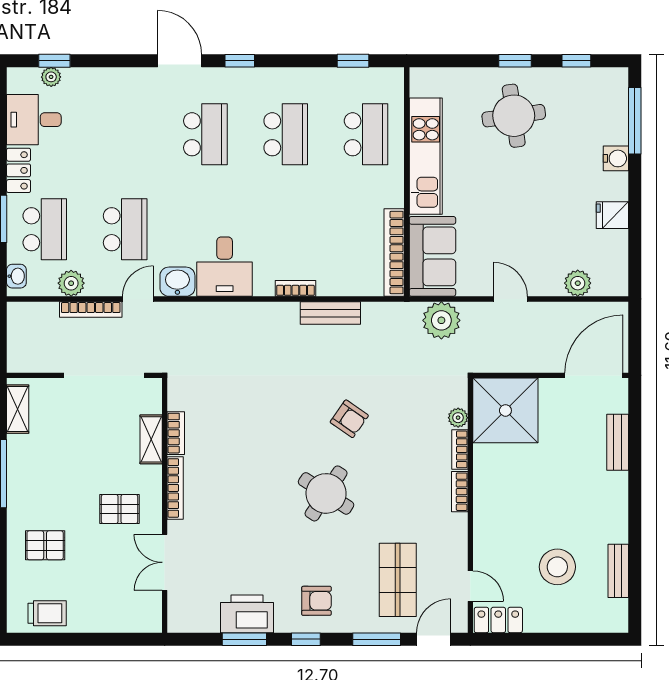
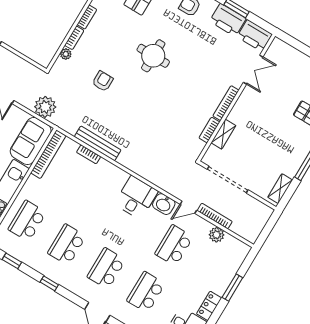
window: (240, 61) -> (49, 283), moved
school desk: (45, 229) -> (146, 292), moved
washbasin: (16, 276) -> (241, 254), removed
bookcase: (295, 288) -> (89, 154), moved
bench: (330, 313) -> (98, 143), width x1.36
shower: (505, 410) -> (40, 44), removed
armchair: (349, 419) -> (103, 81), moved, turned 55
round table: (326, 493) -> (153, 56), turned -33
pallet: (120, 509) -> (260, 109), removed
printer: (193, 615) -> (255, 35), added

